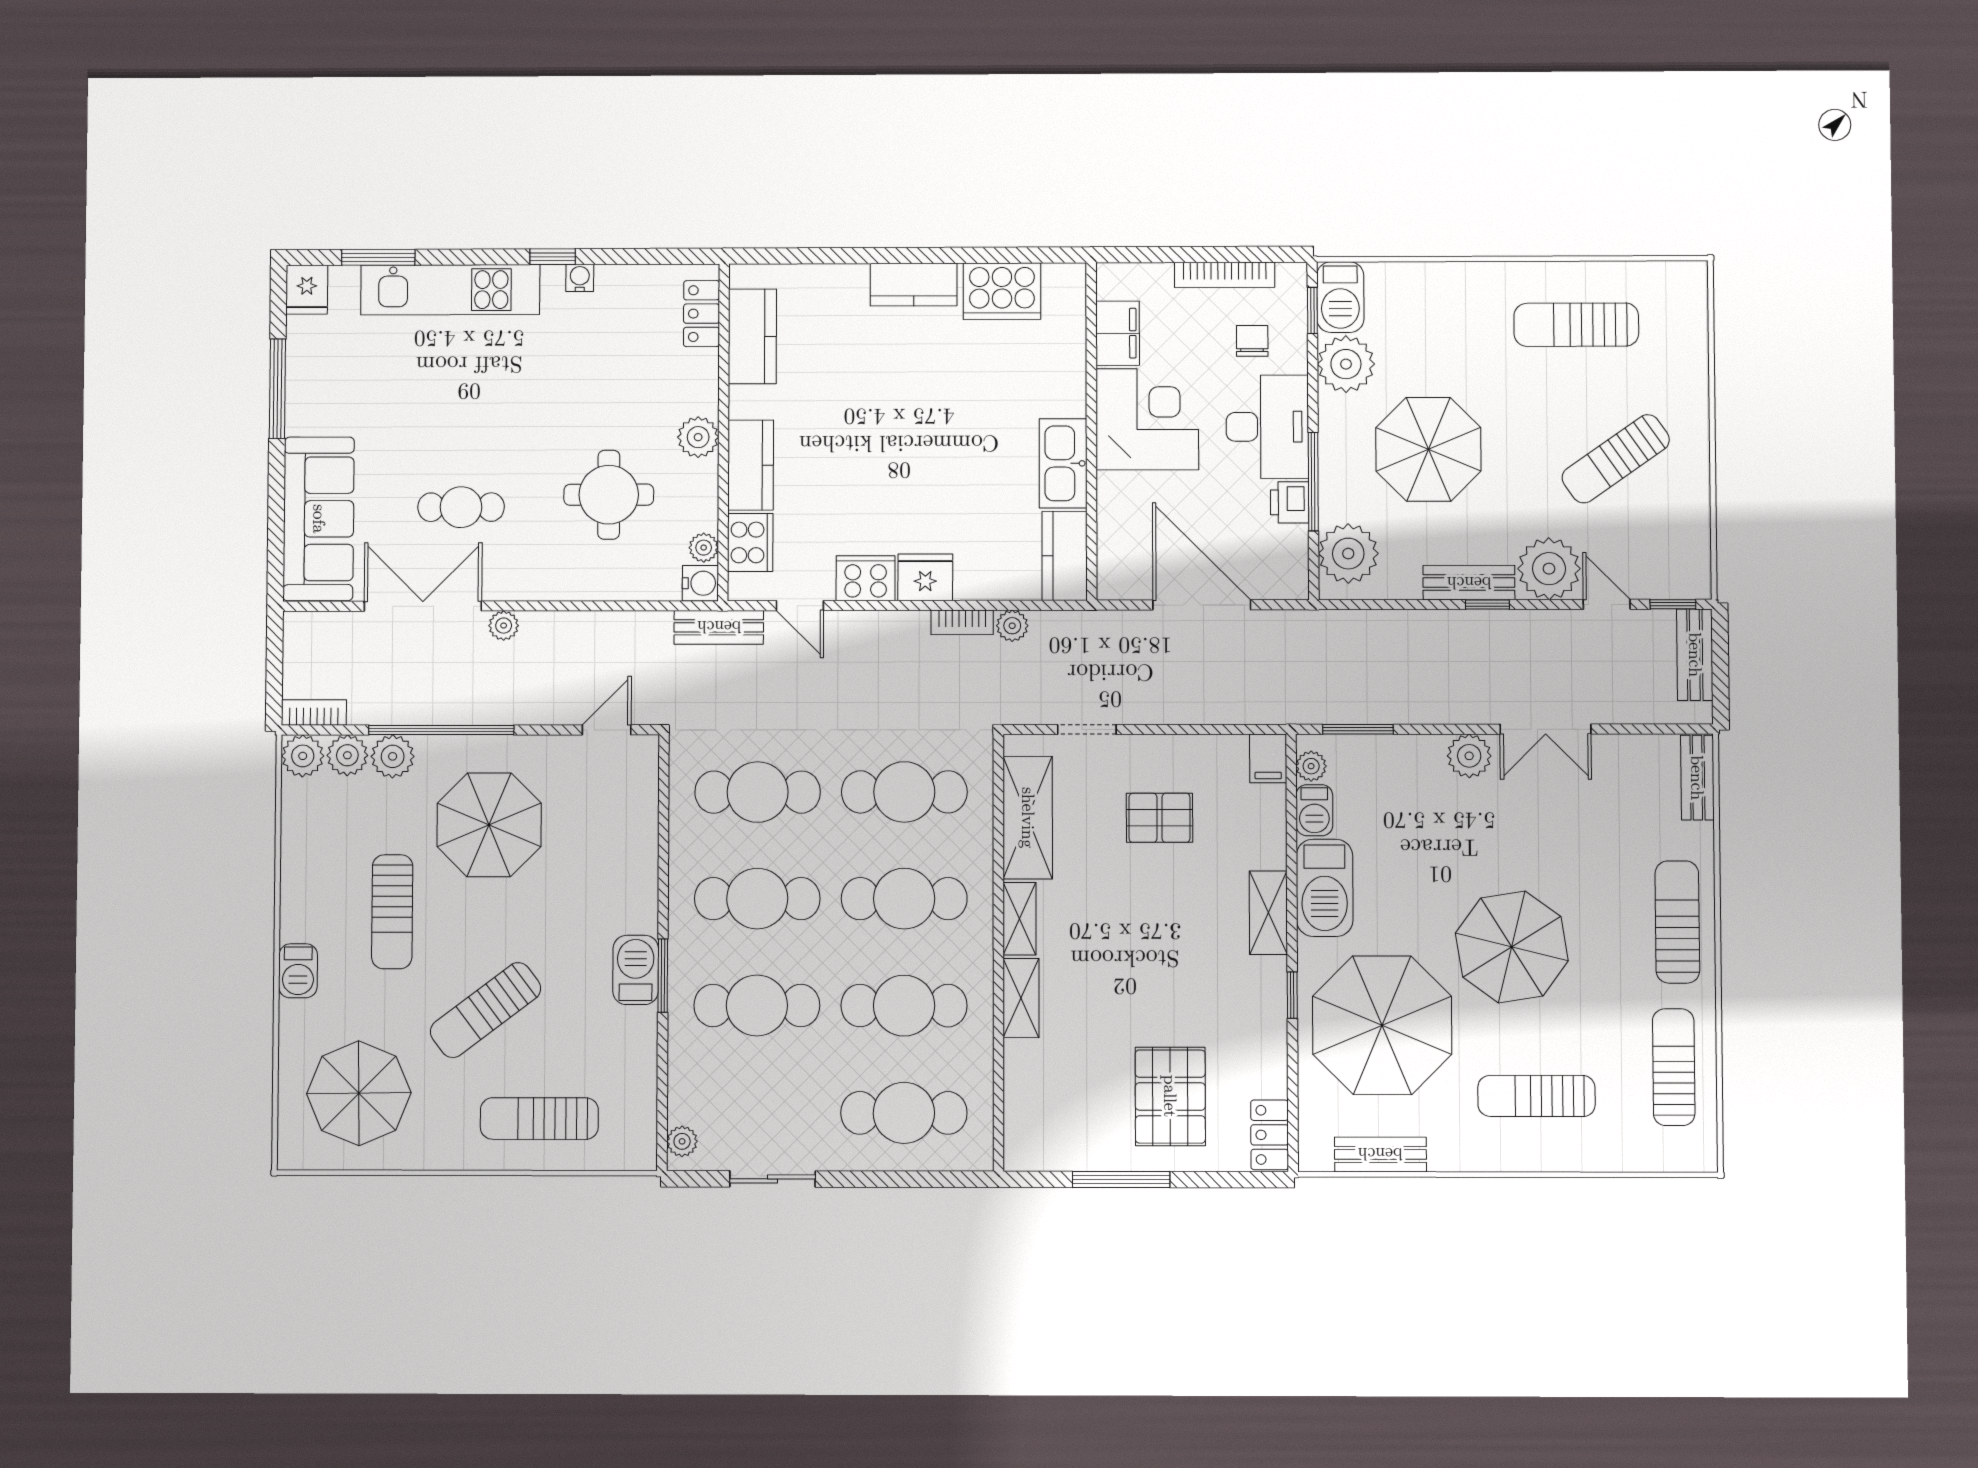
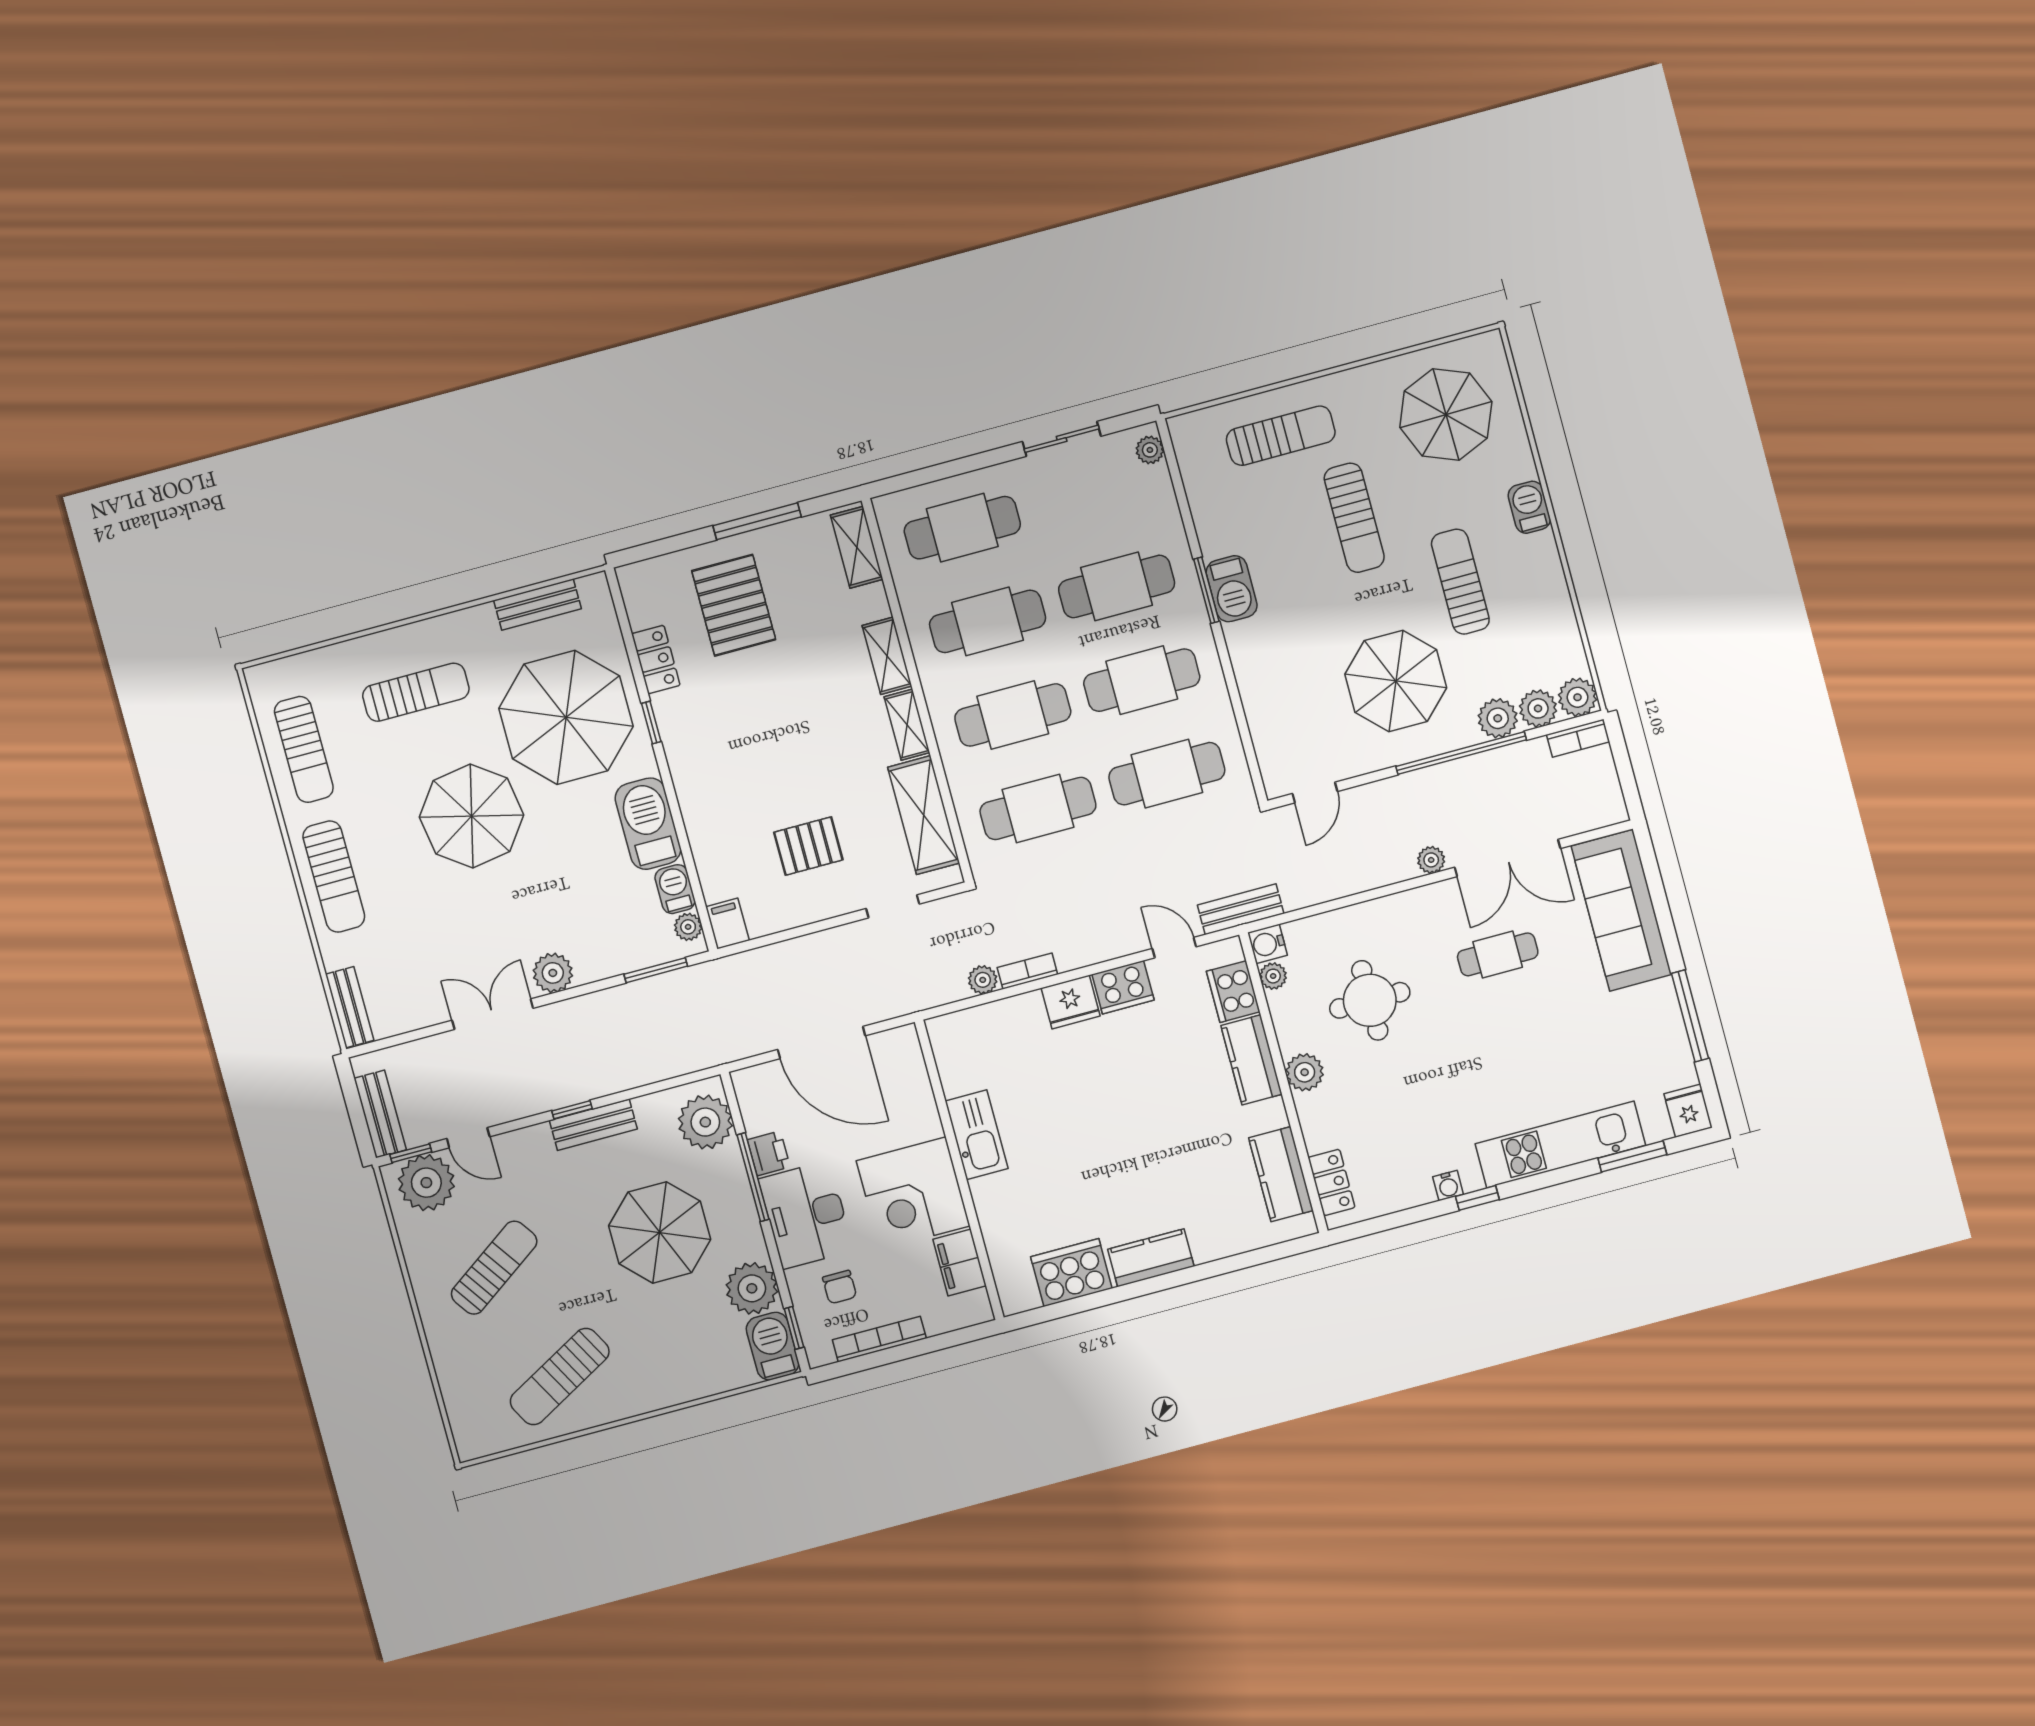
sun lounger: (1576, 325) -> (560, 1377), turned 151
kitchen counter: (1065, 556) -> (953, 1054), removed
plant: (1549, 569) -> (426, 1183), moved
shelving: (1268, 913) -> (857, 547), moved
sun lounger: (486, 1010) -> (1354, 518), turned 127
locker: (1270, 1135) -> (656, 660), moved

